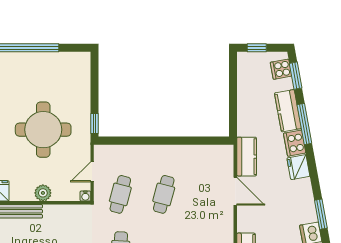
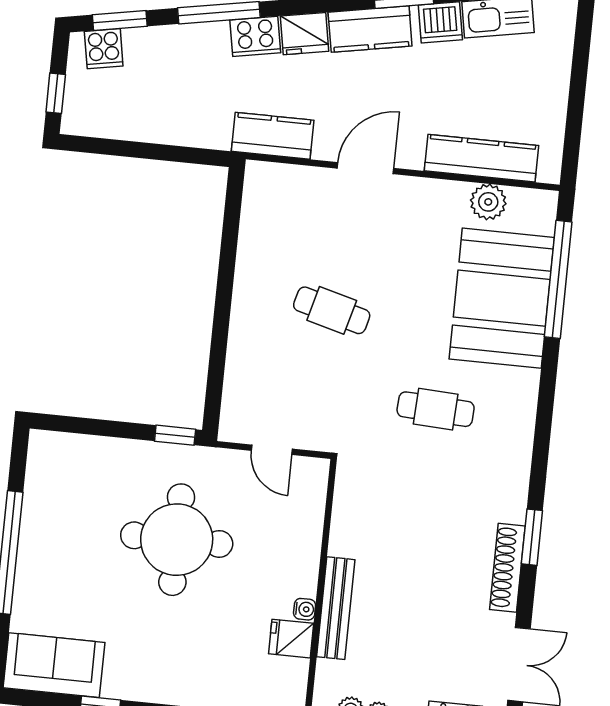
kitchen counter: (288, 111) -> (370, 29), moved
door: (235, 191) -> (366, 168), moved
plant: (43, 193) -> (304, 553), removed
cafe table: (120, 194) -> (323, 398), removed
water cooler: (85, 196) -> (305, 609), moved

